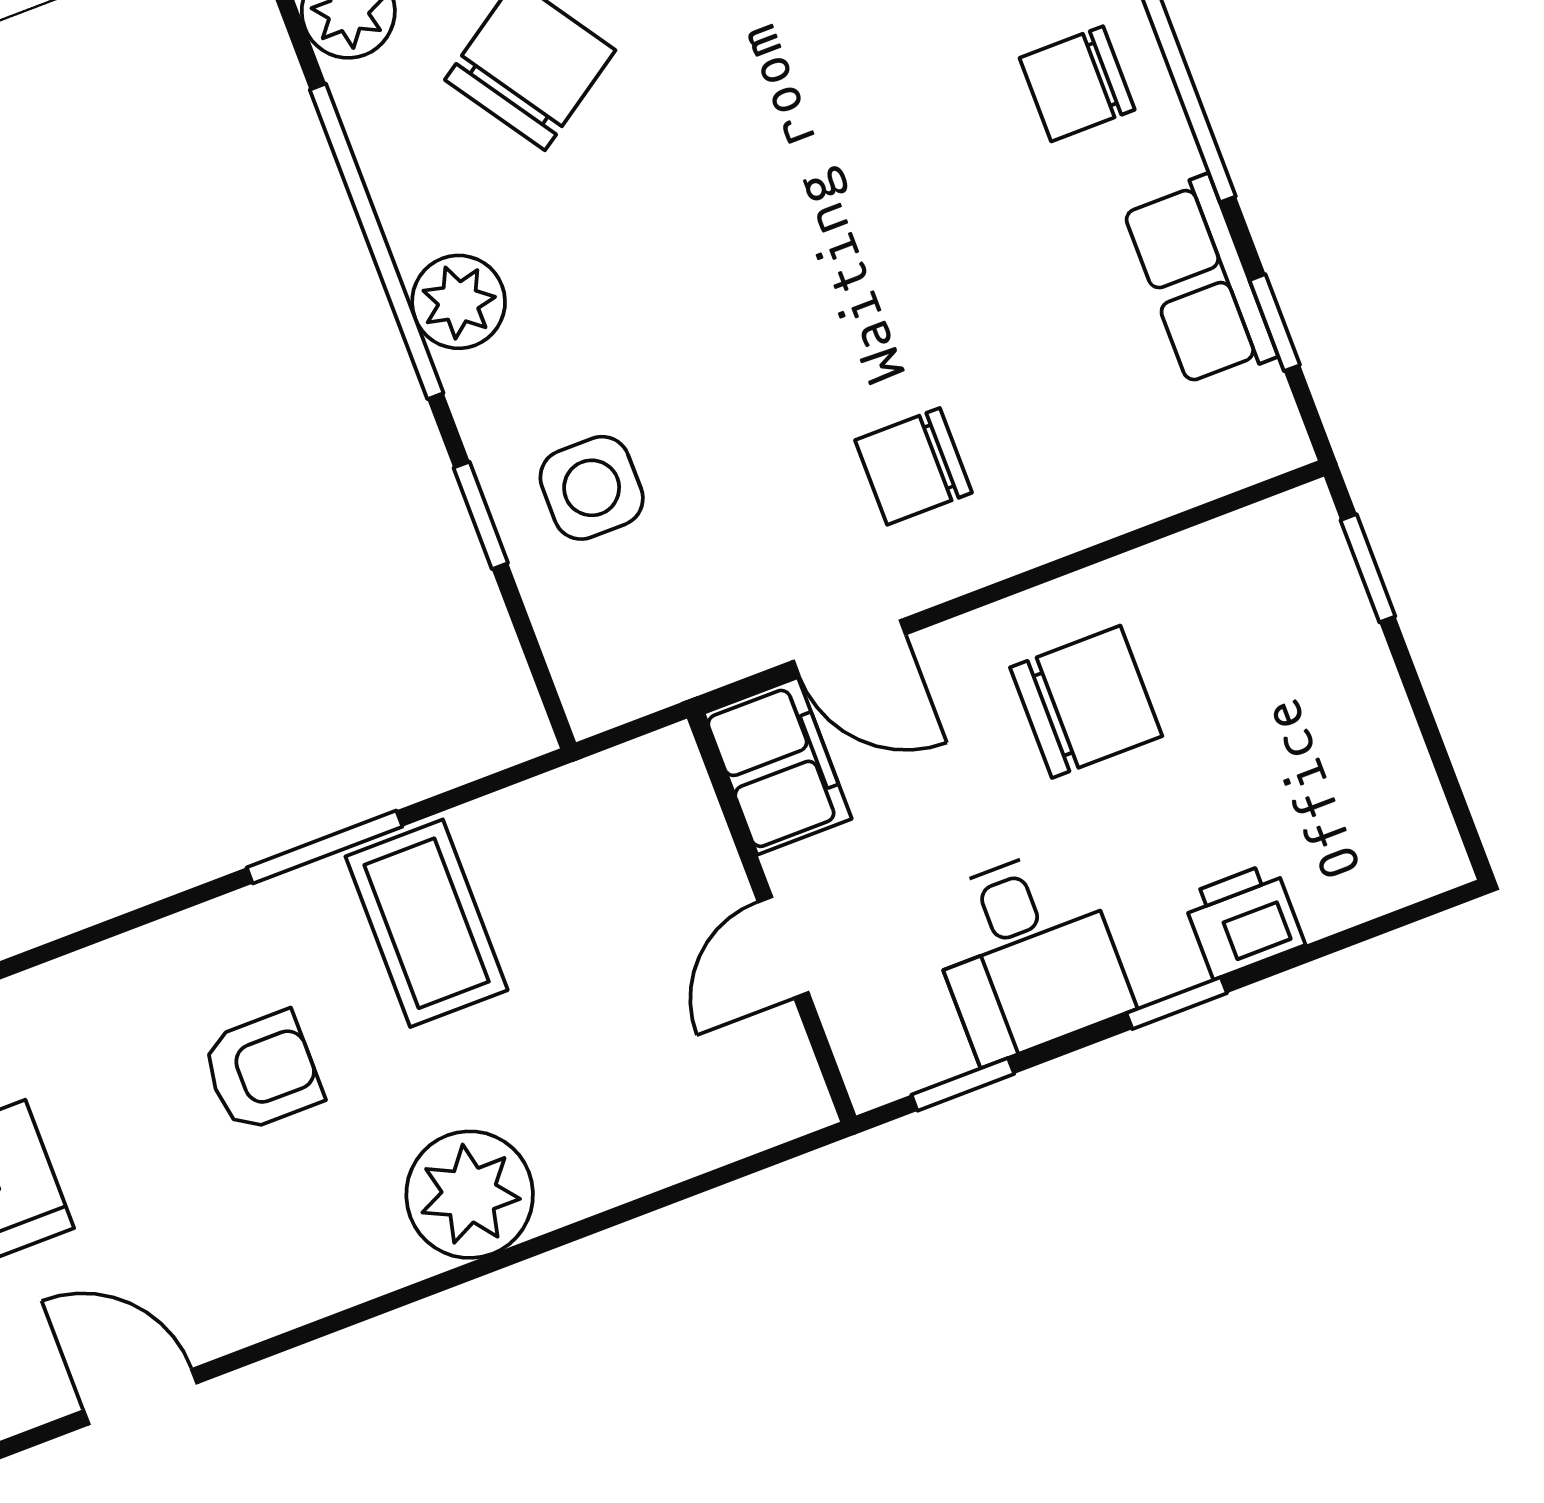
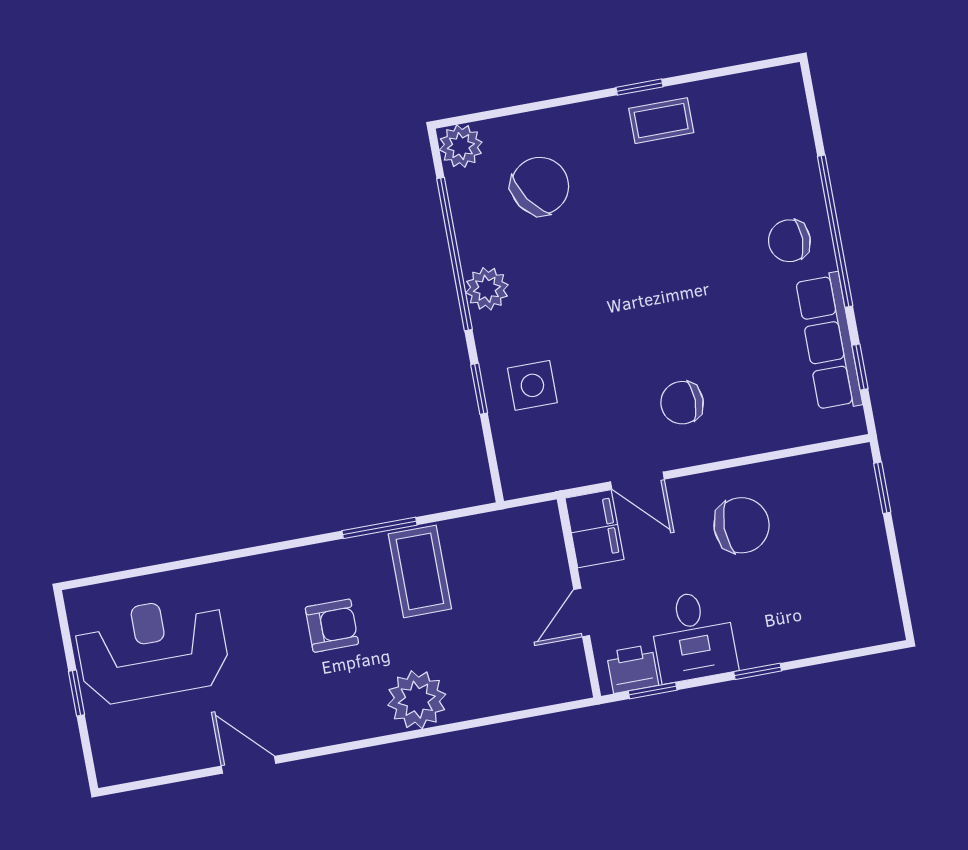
row of seats: (1199, 281) -> (829, 342), width x1.48
printer: (1244, 920) -> (633, 669), moved

